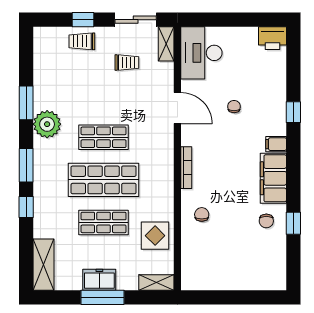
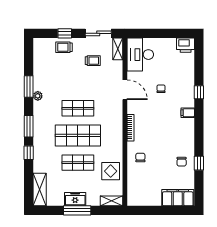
plant: (47, 124) -> (38, 96), width x0.53, depth x0.53
filing cabinet: (273, 178) -> (178, 198), moved, turned 90

